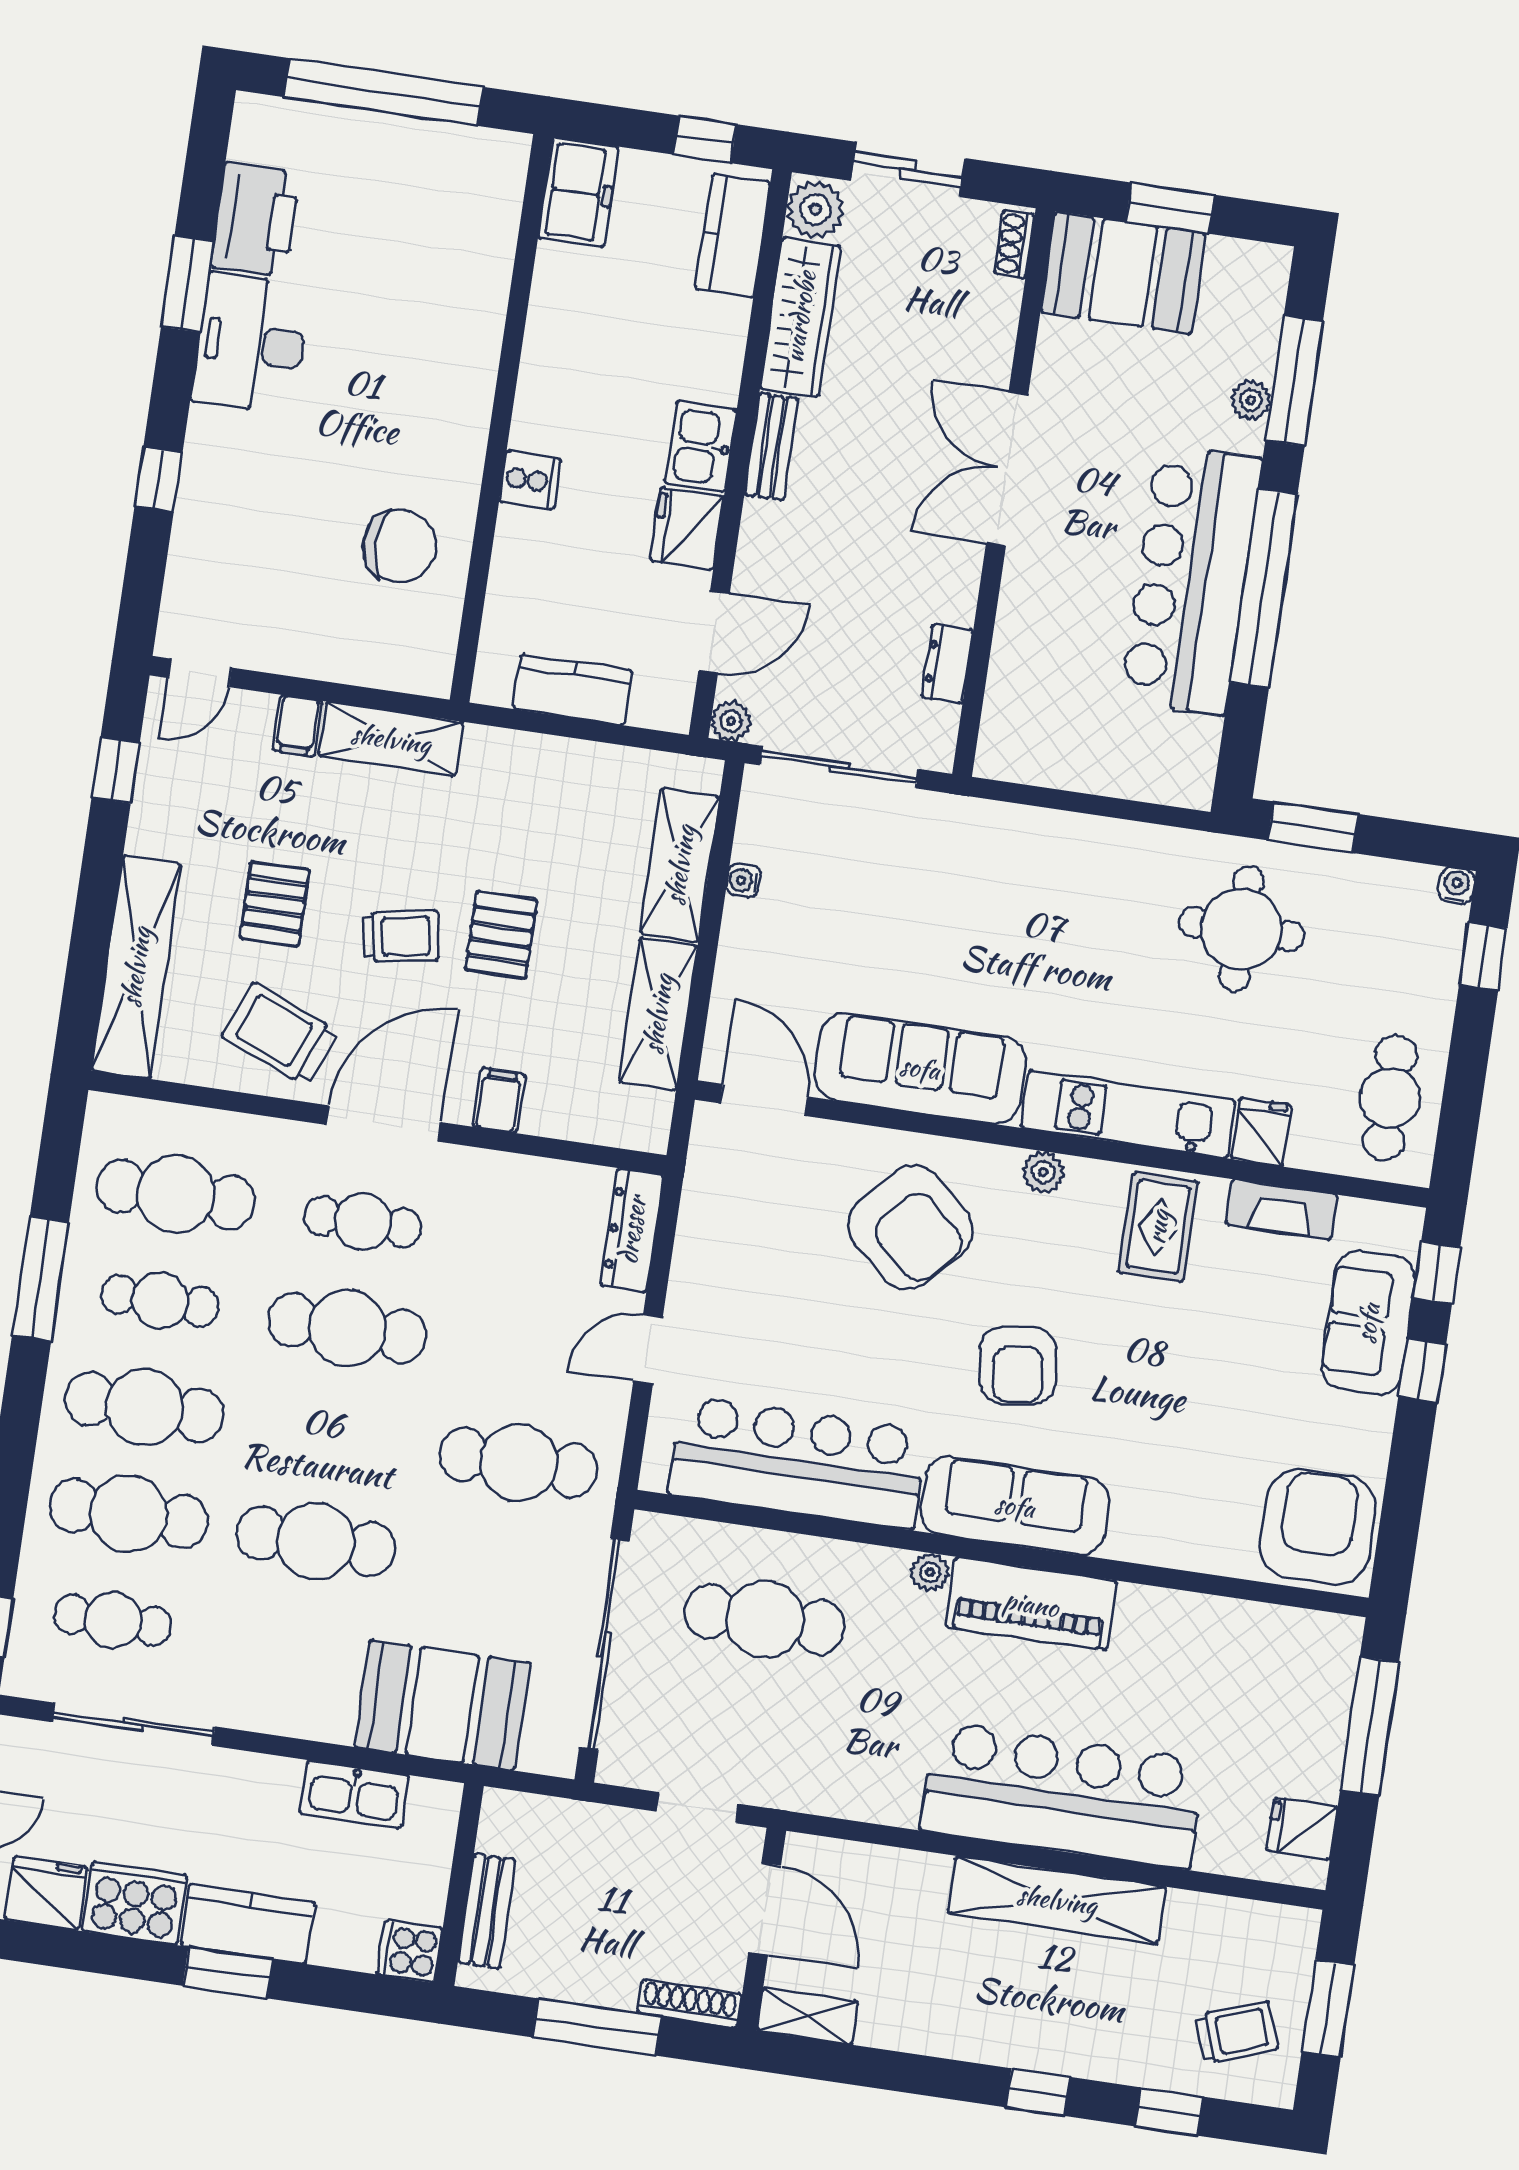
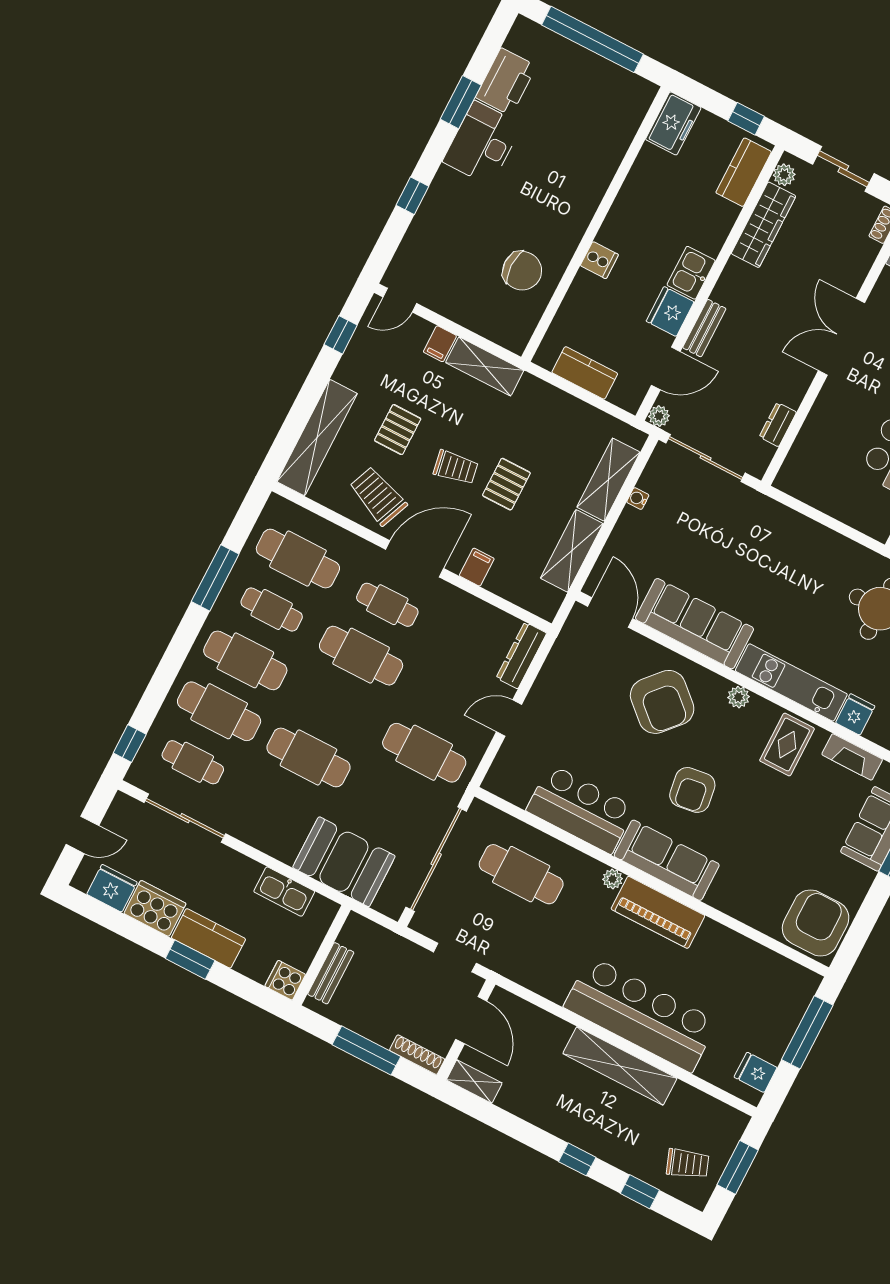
plant: (815, 209) -> (784, 175), width x0.73, depth x0.73
bench: (771, 447) -> (704, 328), moved
bar counter: (798, 1462) -> (581, 809), width x0.73

